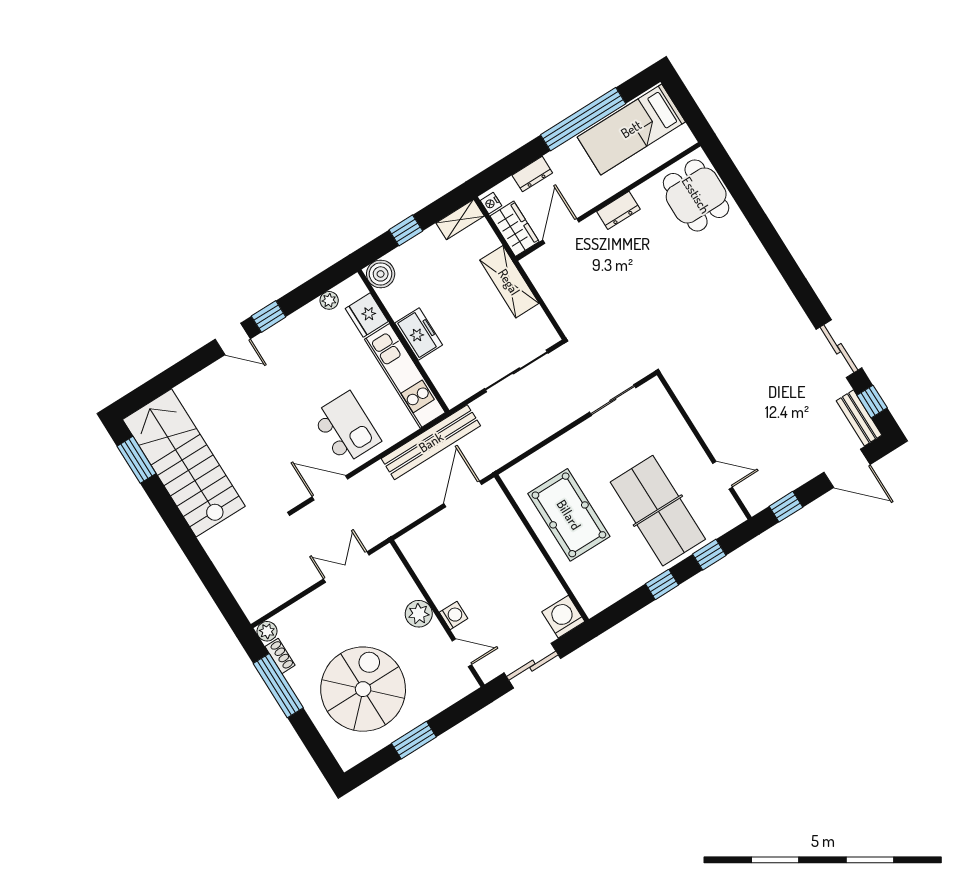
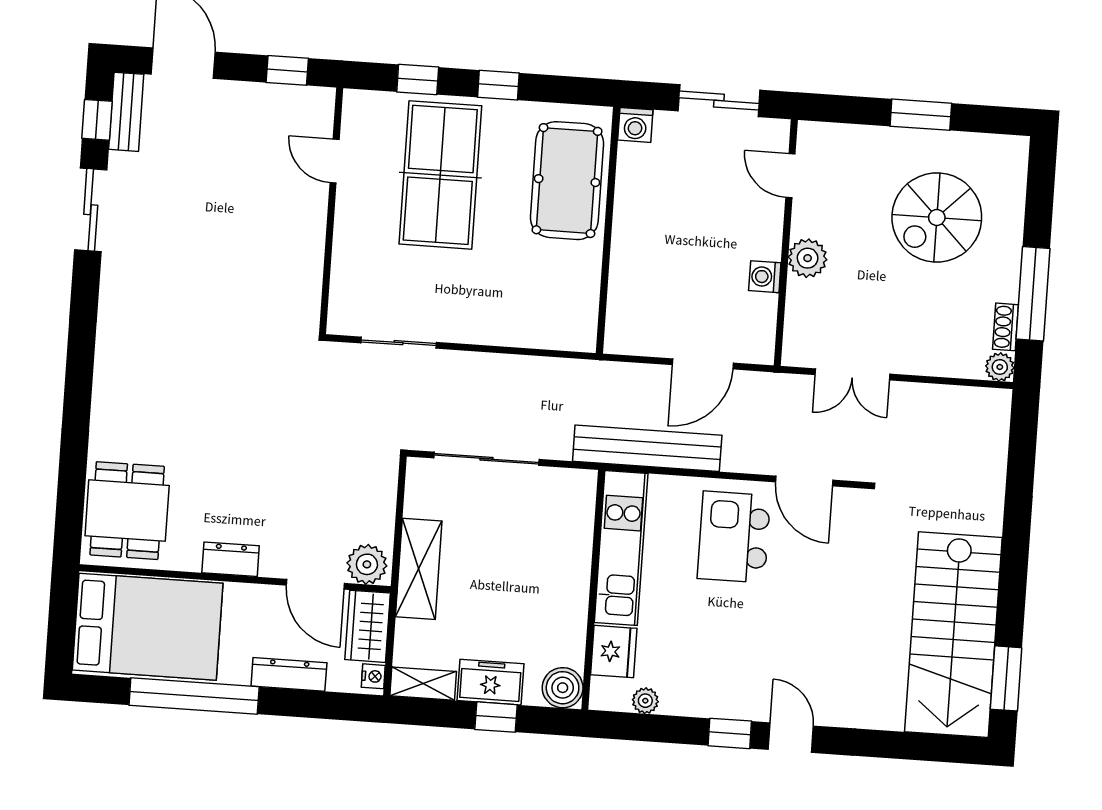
bed: (631, 129) -> (148, 627), width x1.50
dresser: (532, 174) -> (289, 674), width x1.44
door: (561, 231) -> (315, 584), hinge flipped
plant: (540, 263) -> (367, 564), added
freezer: (419, 334) -> (490, 682), moved, turned 90
door: (463, 494) -> (703, 364), moved
pool table: (569, 515) -> (567, 181), moved
washing machine: (454, 615) -> (765, 277), moved
washing machine: (563, 617) -> (635, 125), width x0.73, depth x0.73
spiral stairs: (363, 689) -> (937, 217), width x0.73, depth x0.73

